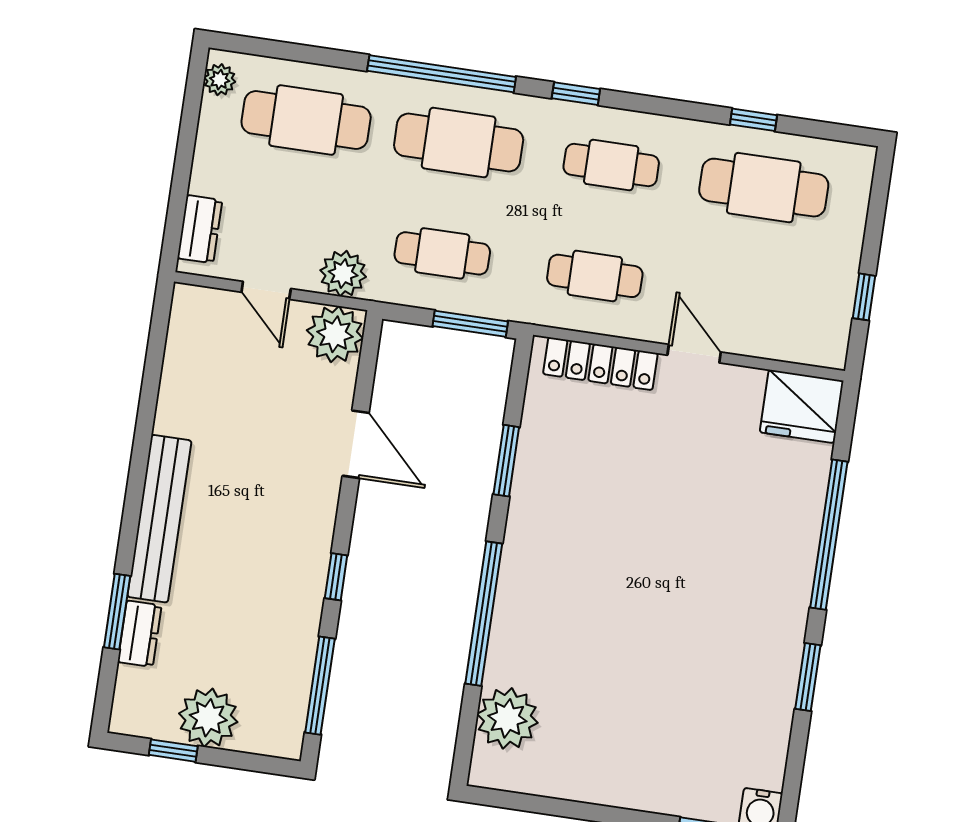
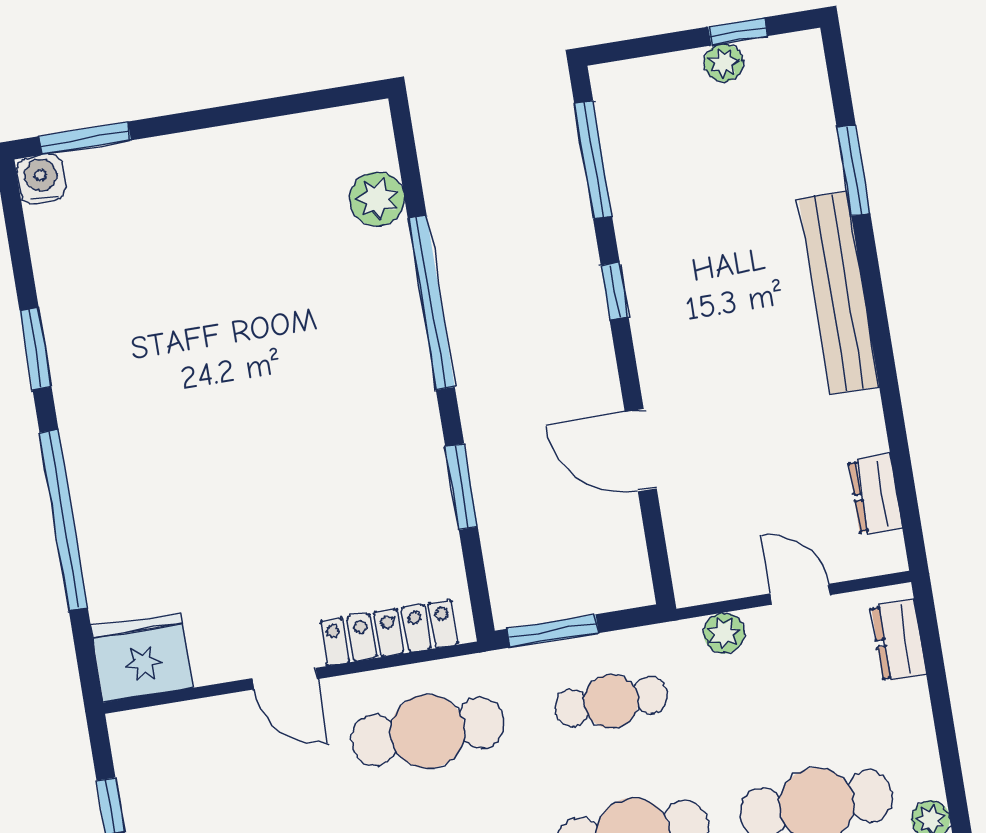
plant: (343, 274) -> (724, 633), width x0.73, depth x0.73
cafe table: (595, 276) -> (428, 731), width x1.37, depth x1.35
plant: (335, 334) -> (705, 569), removed
dresser: (140, 634) -> (875, 495), moved
plant: (208, 718) -> (724, 63), width x0.53, depth x0.53
plant: (507, 718) -> (377, 199), width x0.73, depth x0.73

